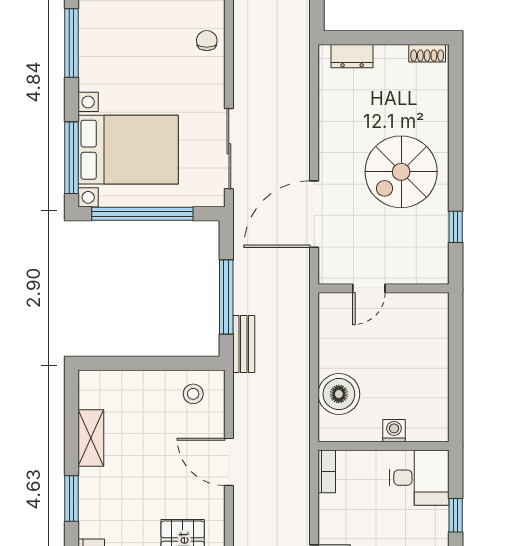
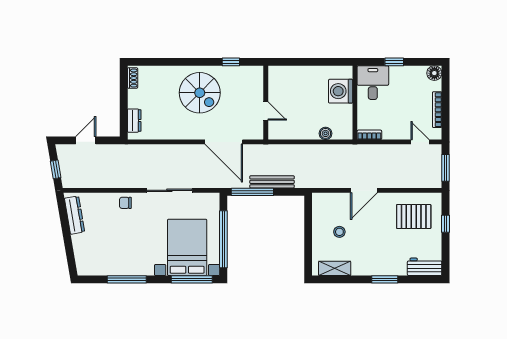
sliding door: (229, 149) -> (169, 190), moved
window: (226, 297) -> (252, 192), moved
bench: (244, 344) -> (272, 182), moved, width x1.36
stool: (193, 394) -> (339, 232), moved
boiler: (339, 394) -> (326, 133), width x0.54, depth x0.54
washing machine: (394, 431) -> (341, 91), width x1.89, depth x1.89
shelving: (91, 438) -> (335, 268), moved

